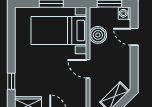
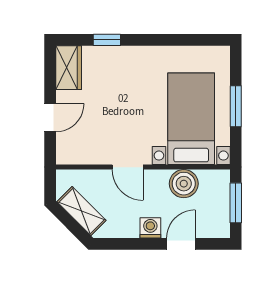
washing machine: (125, 13) -> (150, 228), moved
door: (88, 69) -> (128, 167), swing flipped

